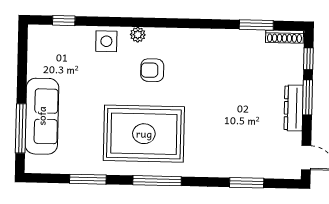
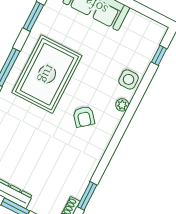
armchair: (152, 70) -> (84, 117), moved, turned 141

